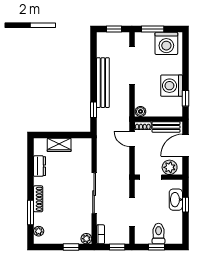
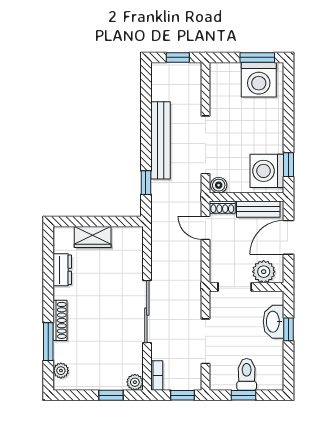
window: (153, 29) -> (257, 57), moved
doorway: (132, 66) -> (205, 145), moved
washing machine: (172, 86) -> (267, 171), moved

